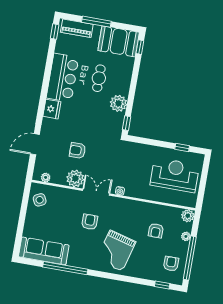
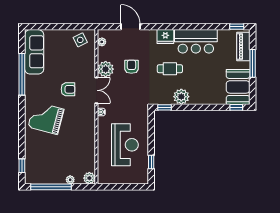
cafe table: (99, 78) -> (170, 69), moved
reception desk: (175, 175) -> (125, 145), moved
armchair: (156, 231) -> (71, 151), removed
armchair: (171, 264) -> (43, 170), removed

